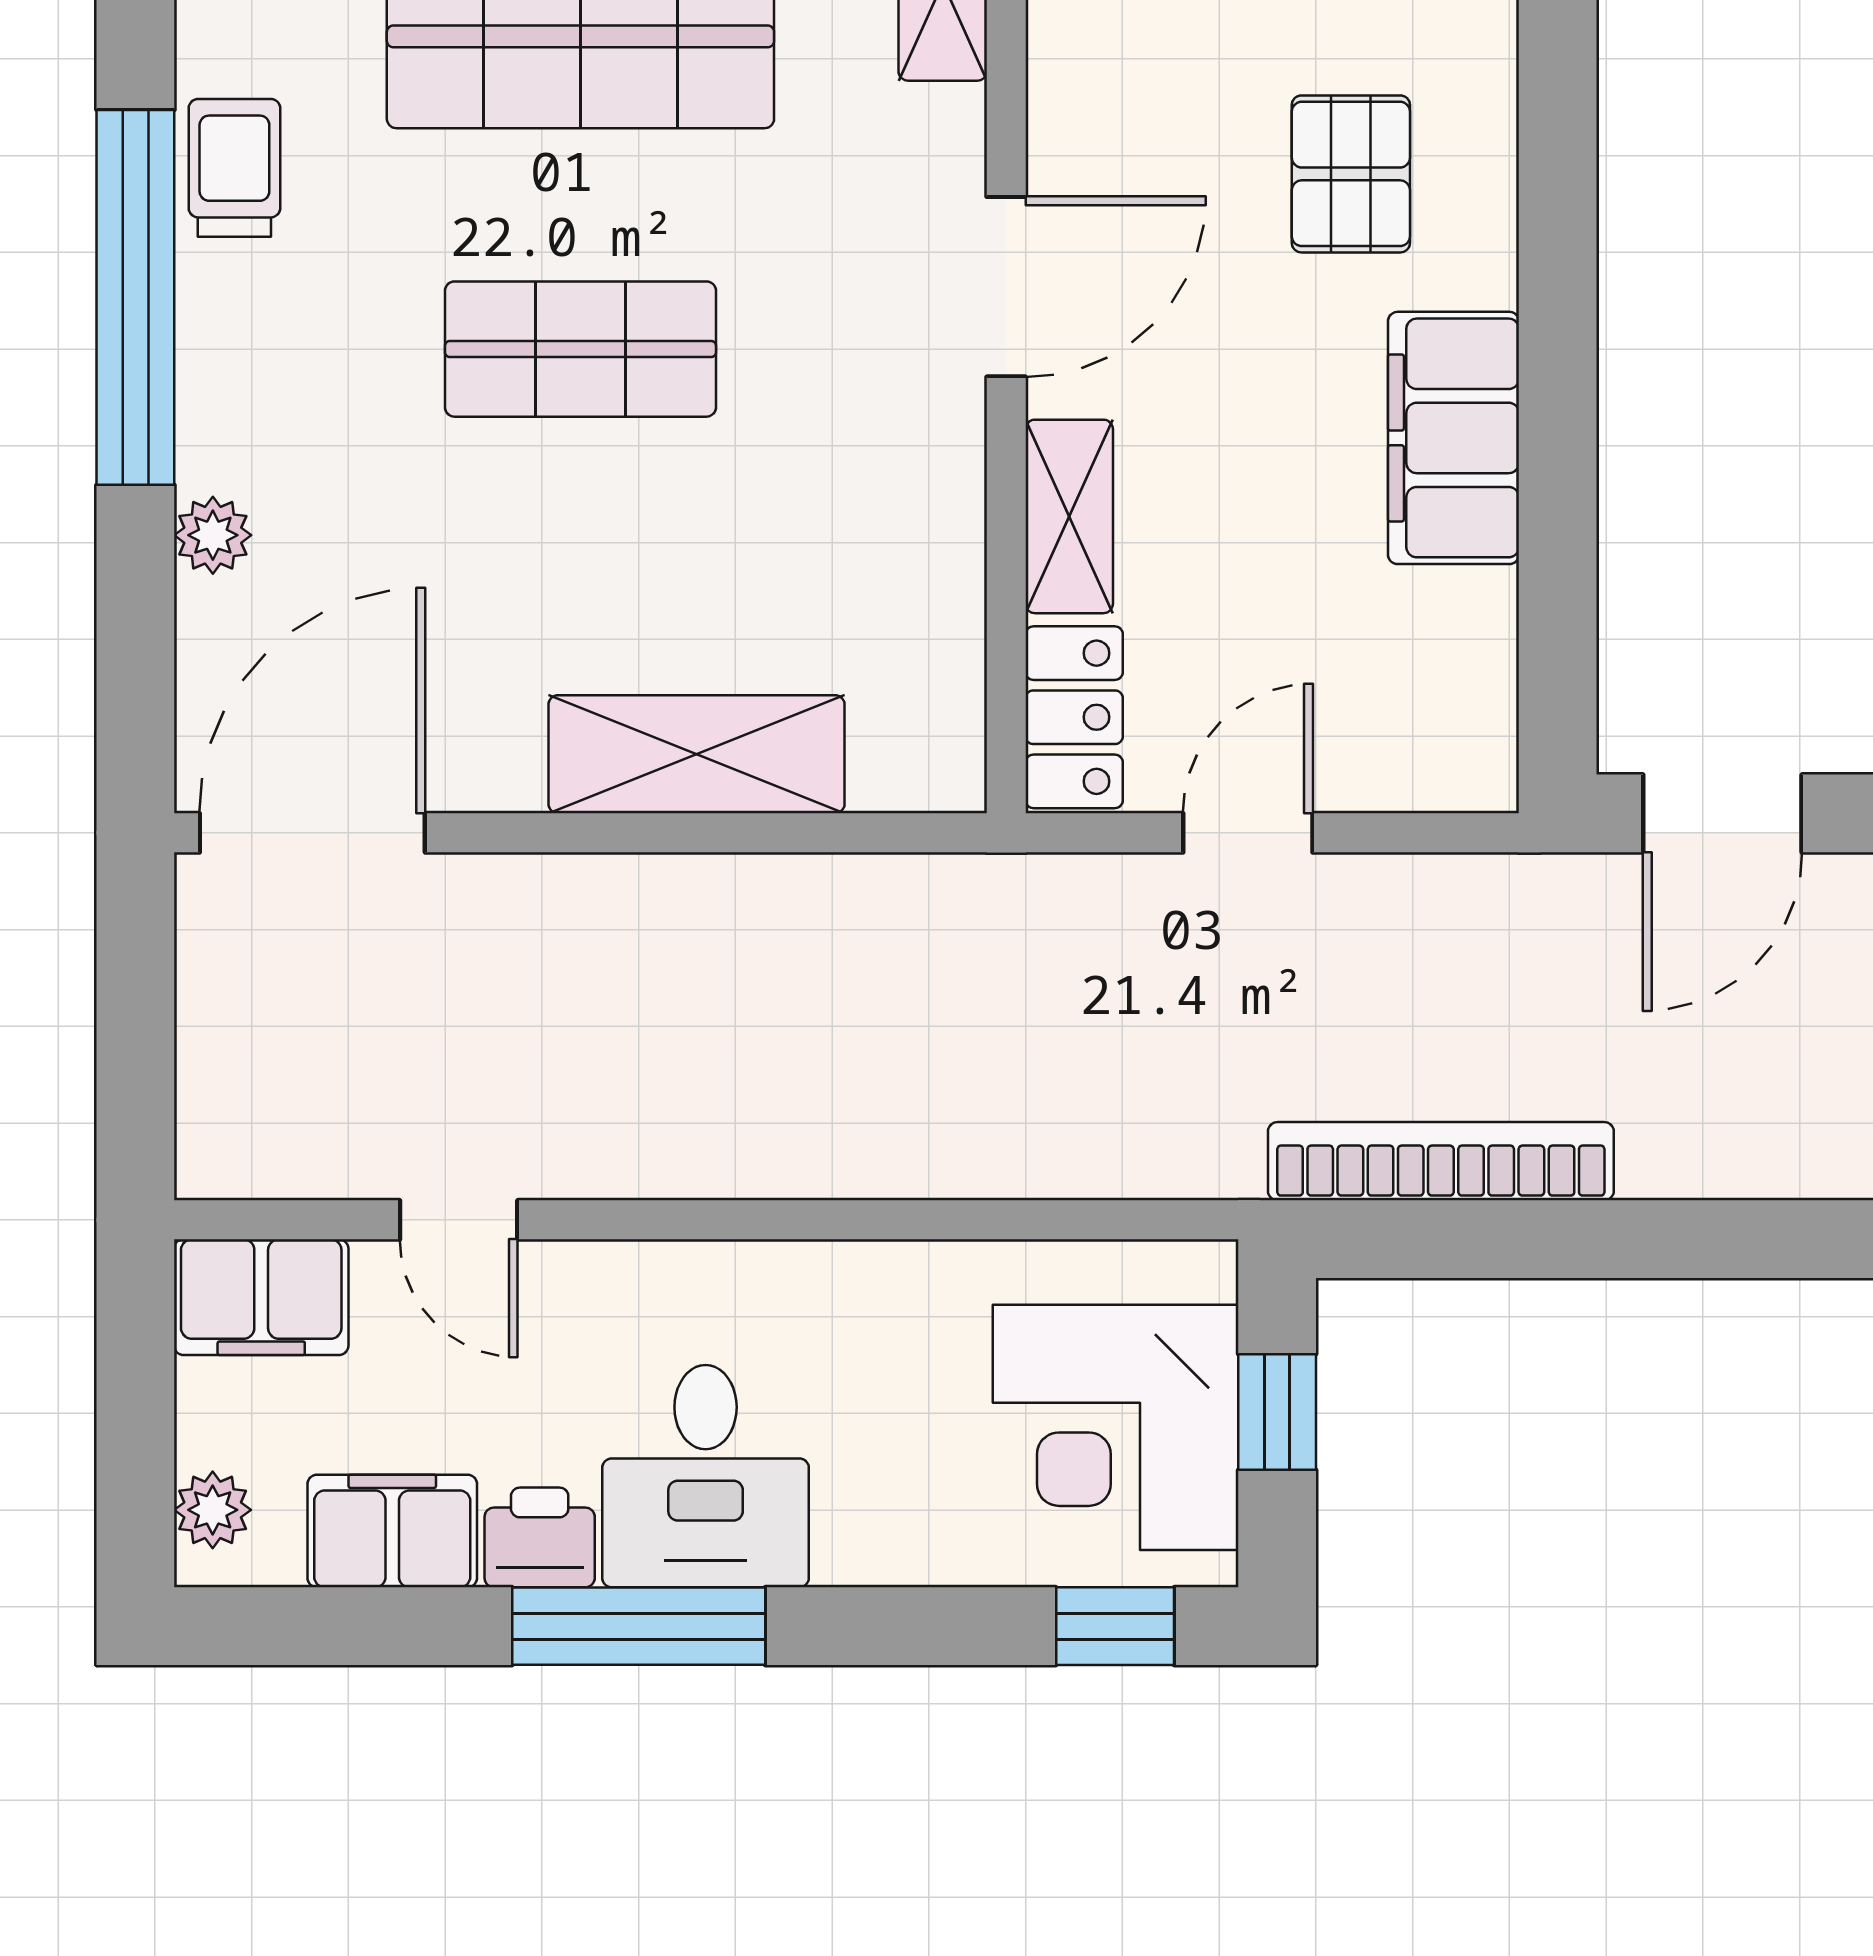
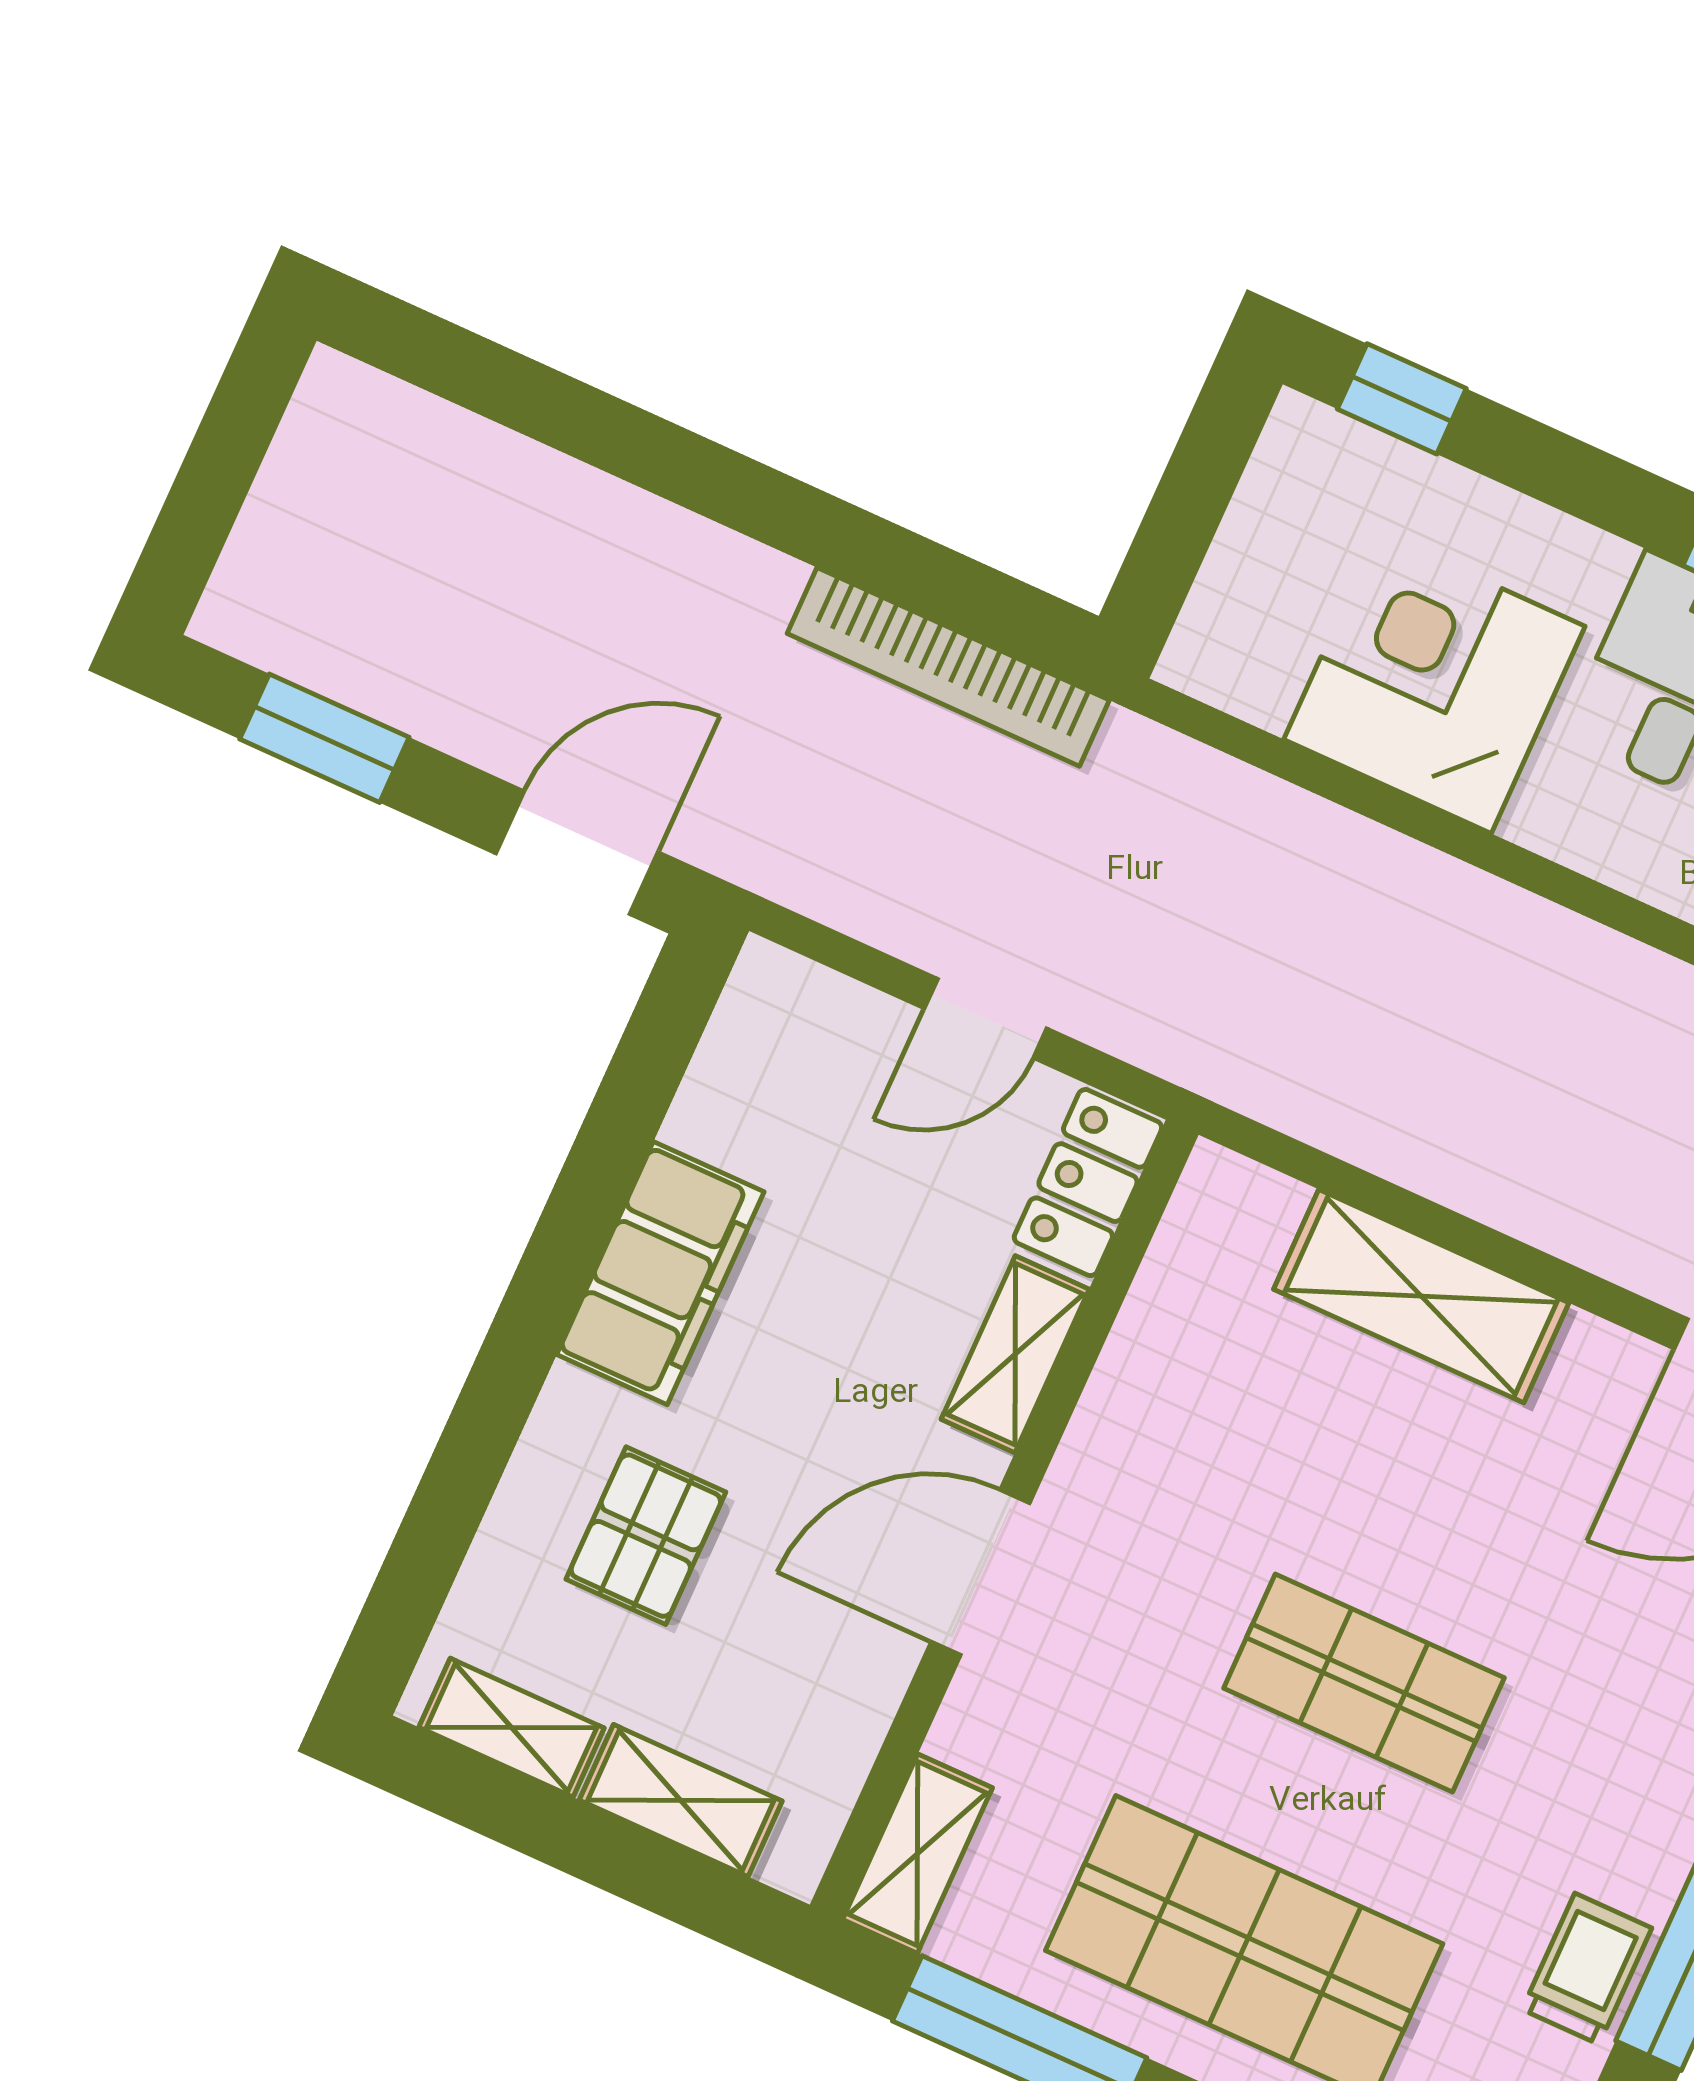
trolley: (234, 168) -> (1587, 1969), turned 180
window: (1277, 1412) -> (1183, 518), removed
corner desk: (1116, 1427) -> (1434, 683), moved, turned -90

